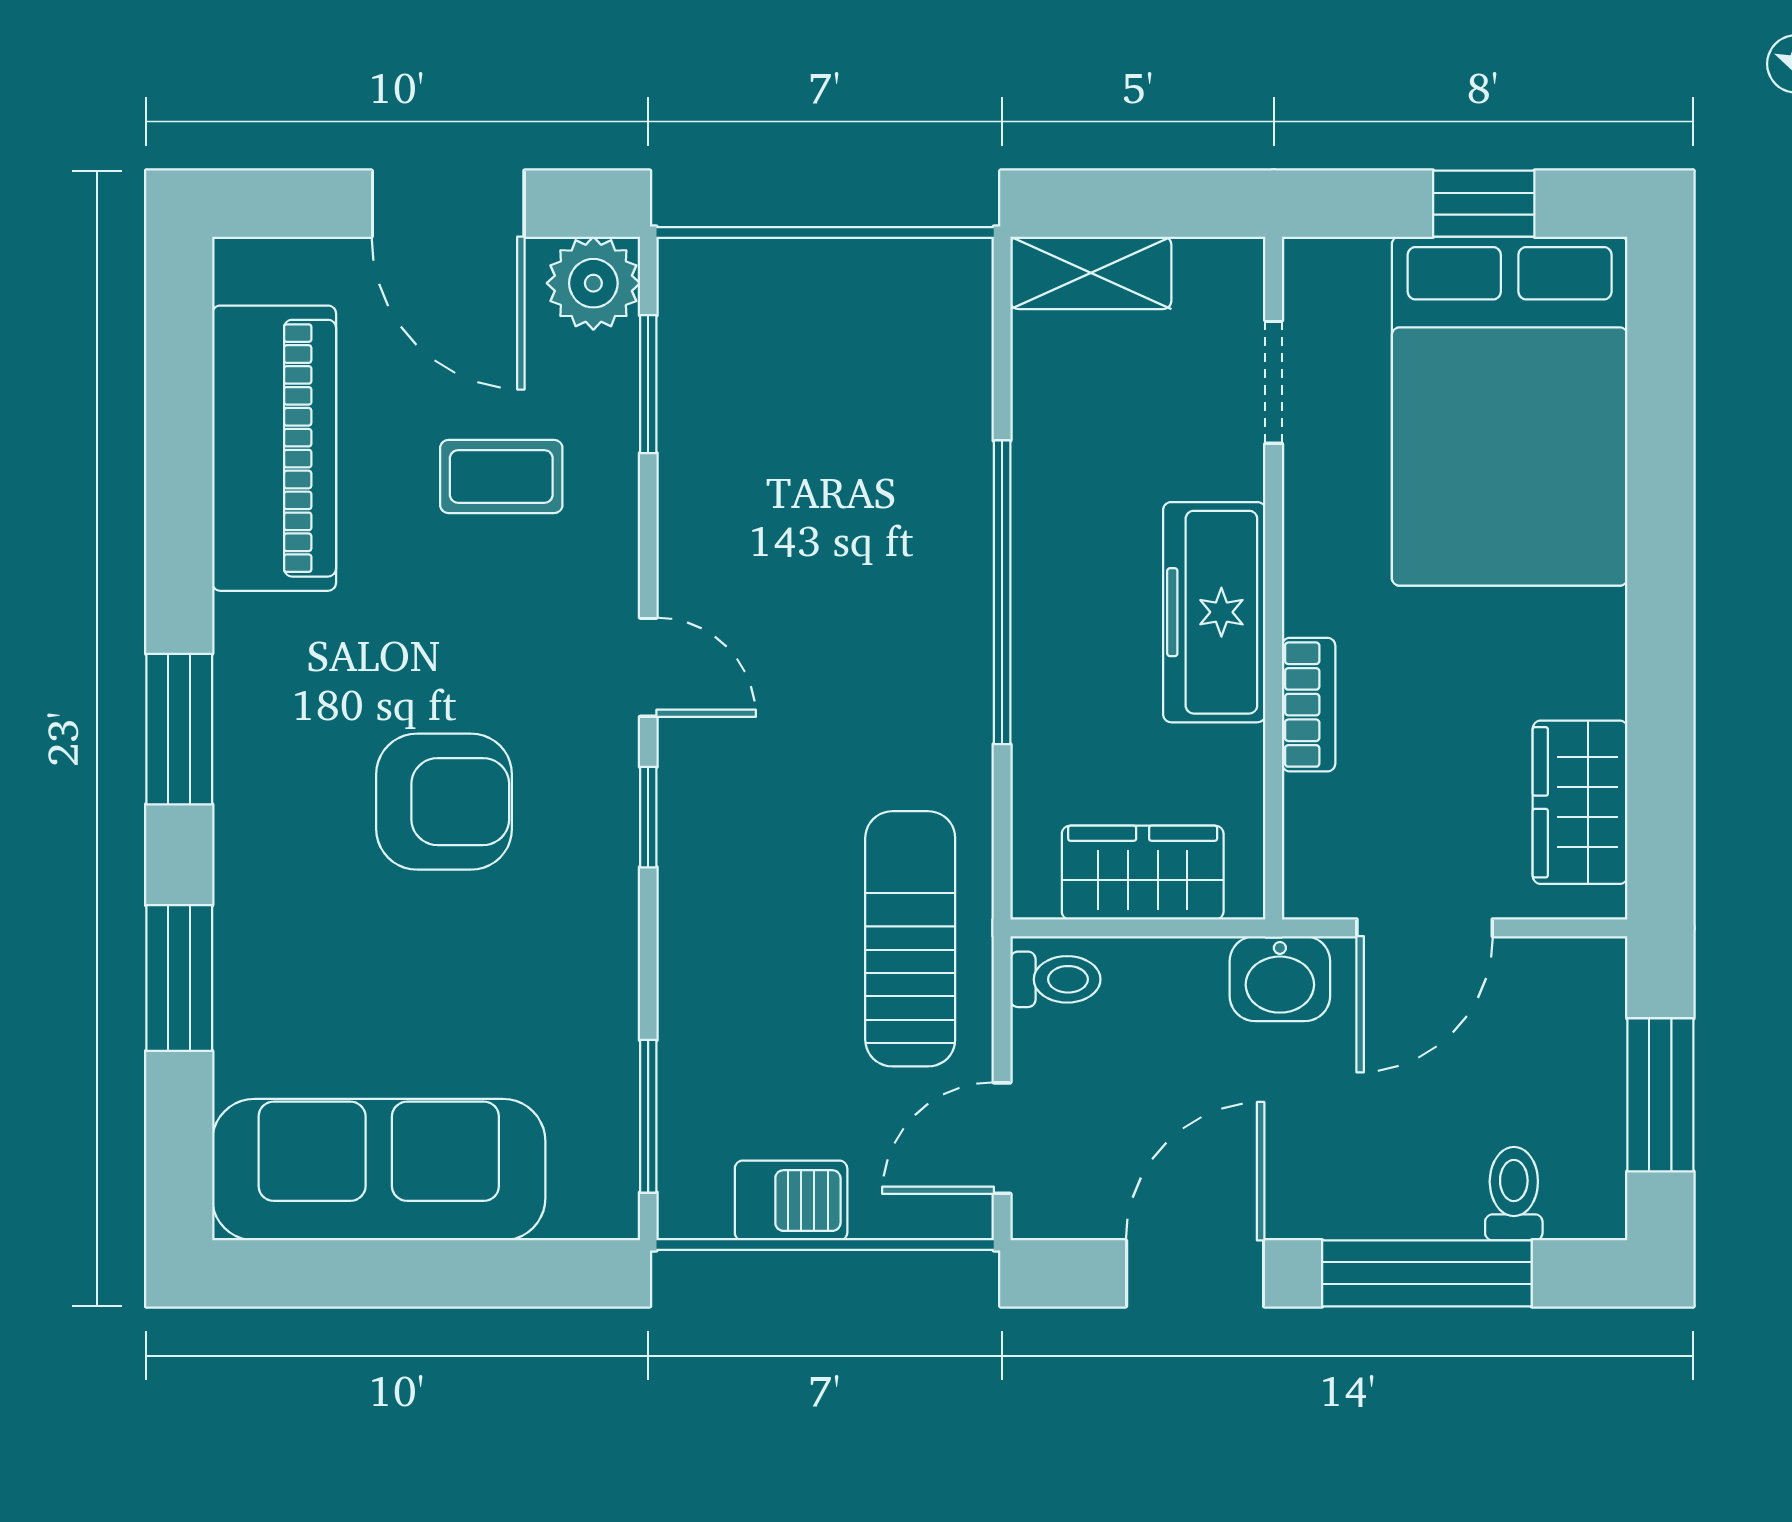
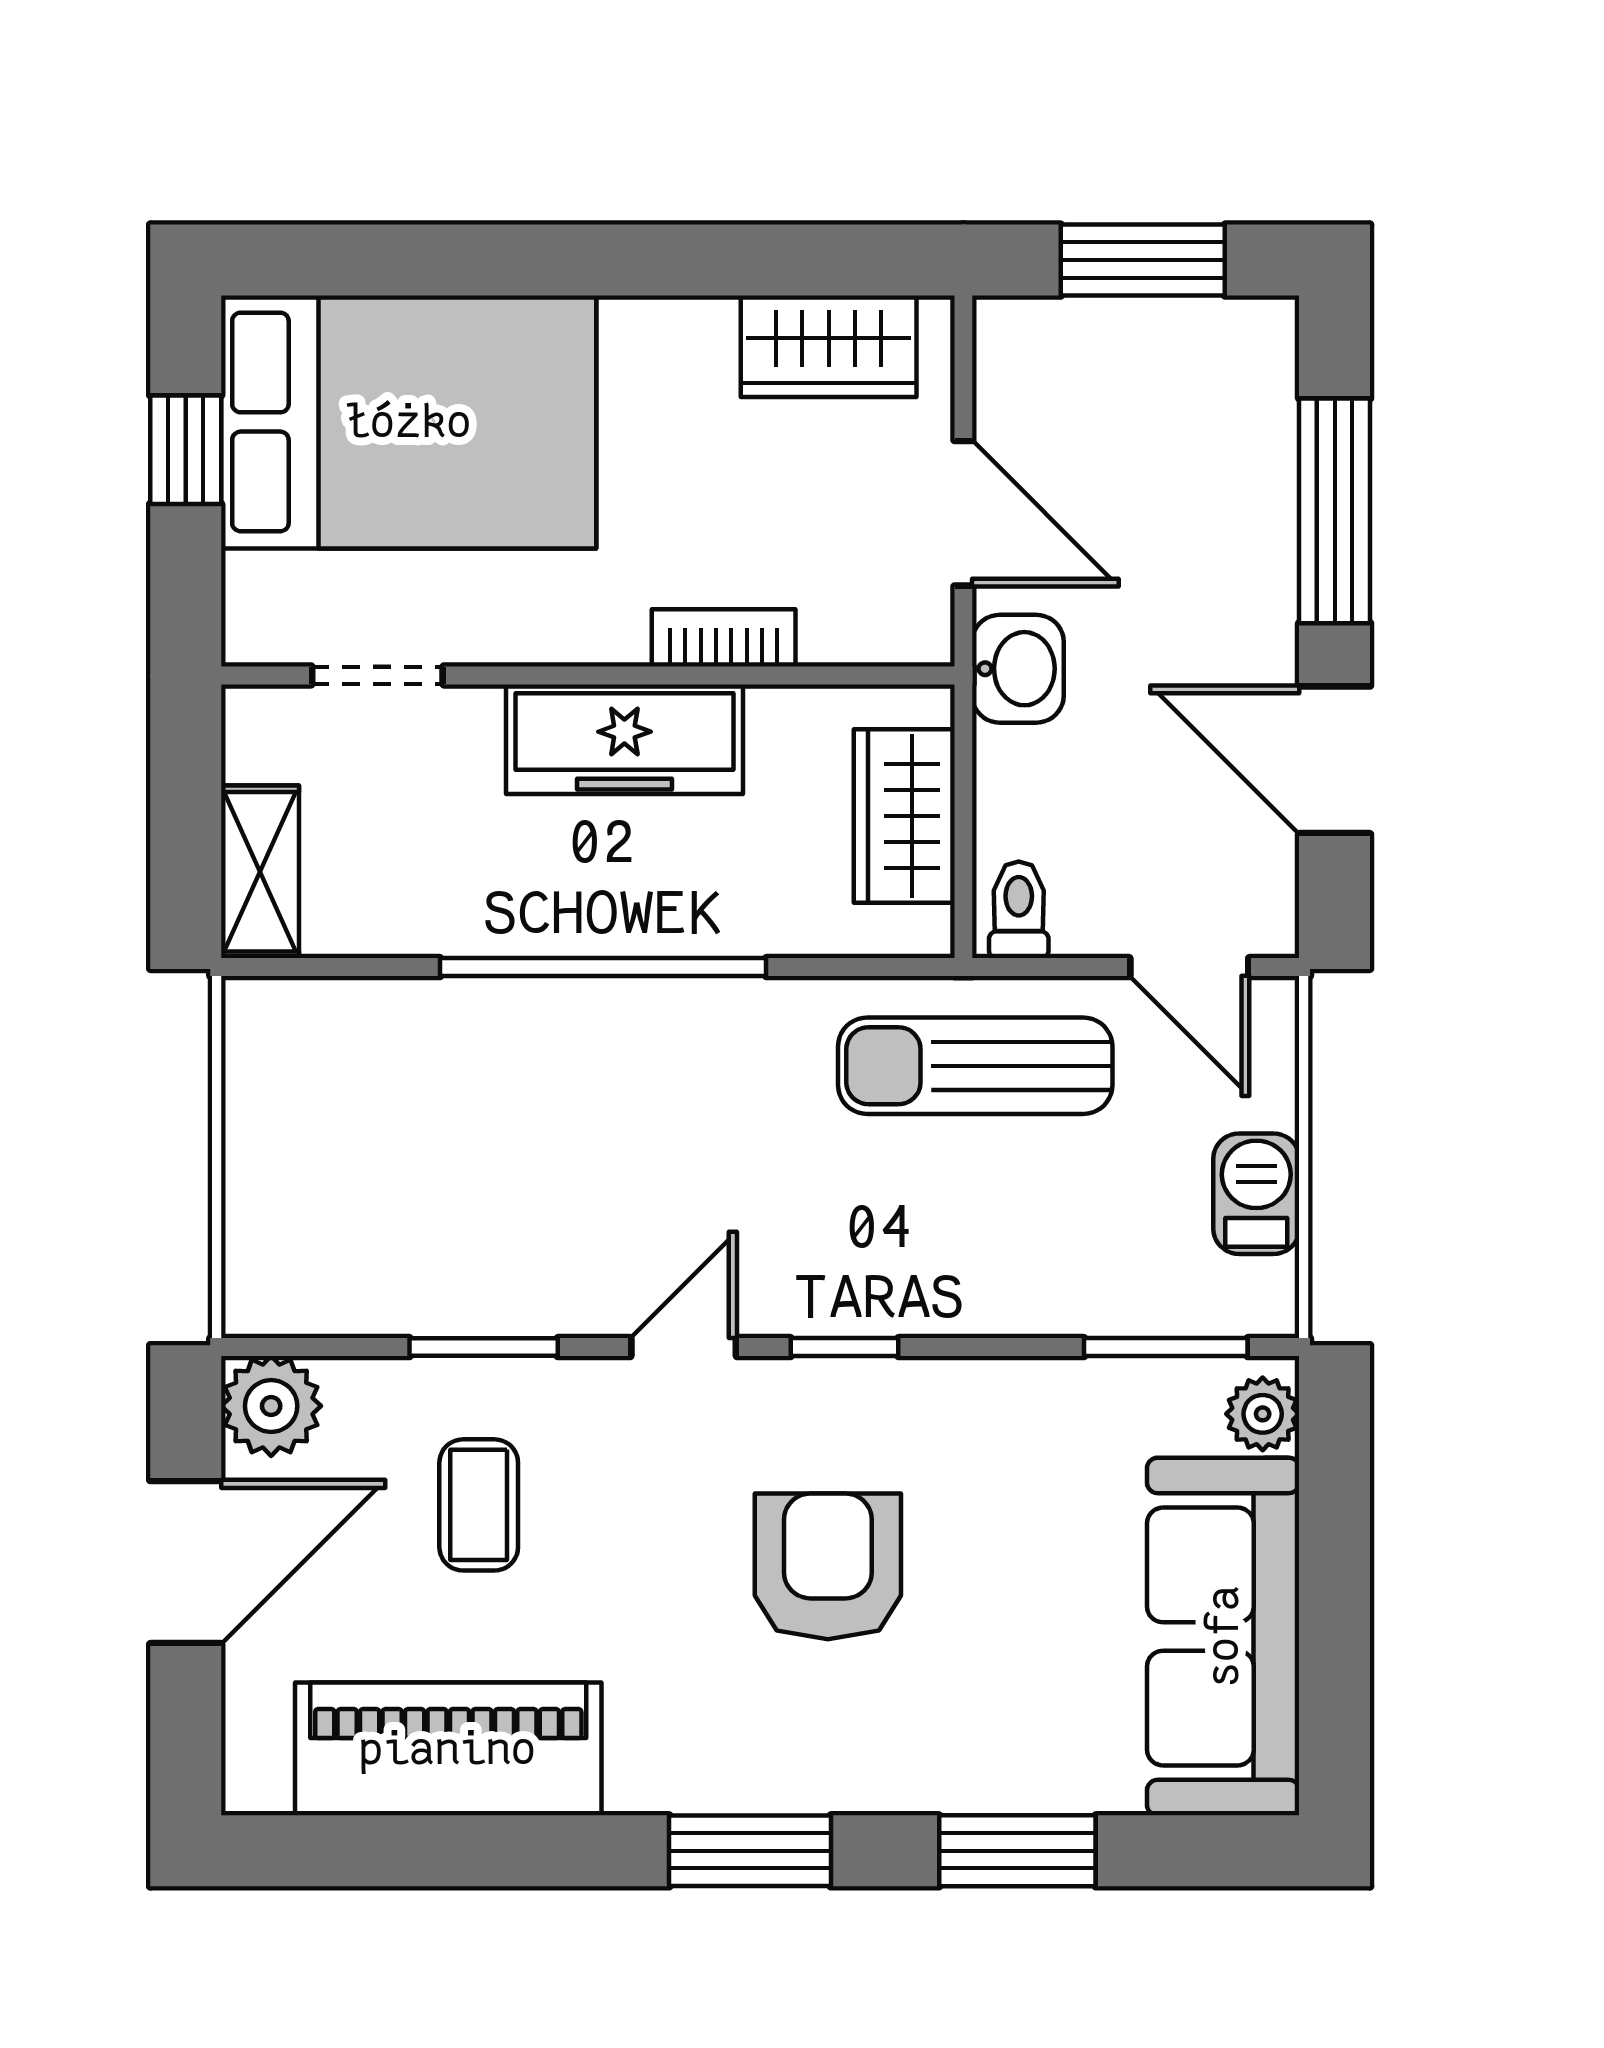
window: (648, 384) -> (484, 1347), moved
toilet: (1514, 1194) -> (1249, 417), removed
plant: (586, 1206) -> (1263, 1414), added

